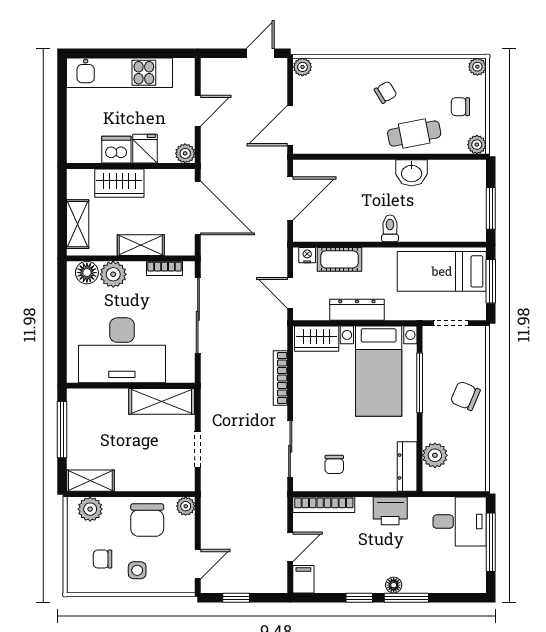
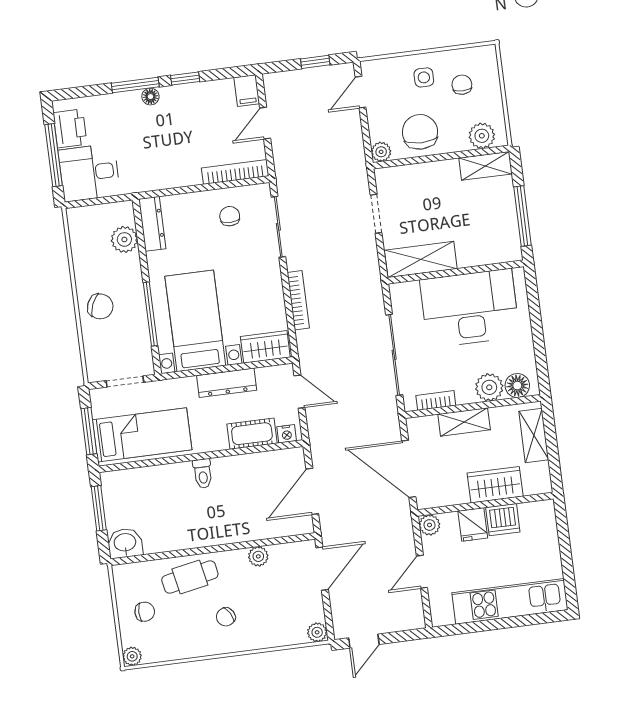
plant: (477, 145) -> (258, 556), moved
washbasin: (412, 173) -> (125, 543), moved
printer: (390, 511) -> (70, 128), moved, turned 90
chair: (103, 559) -> (462, 85), turned -90

